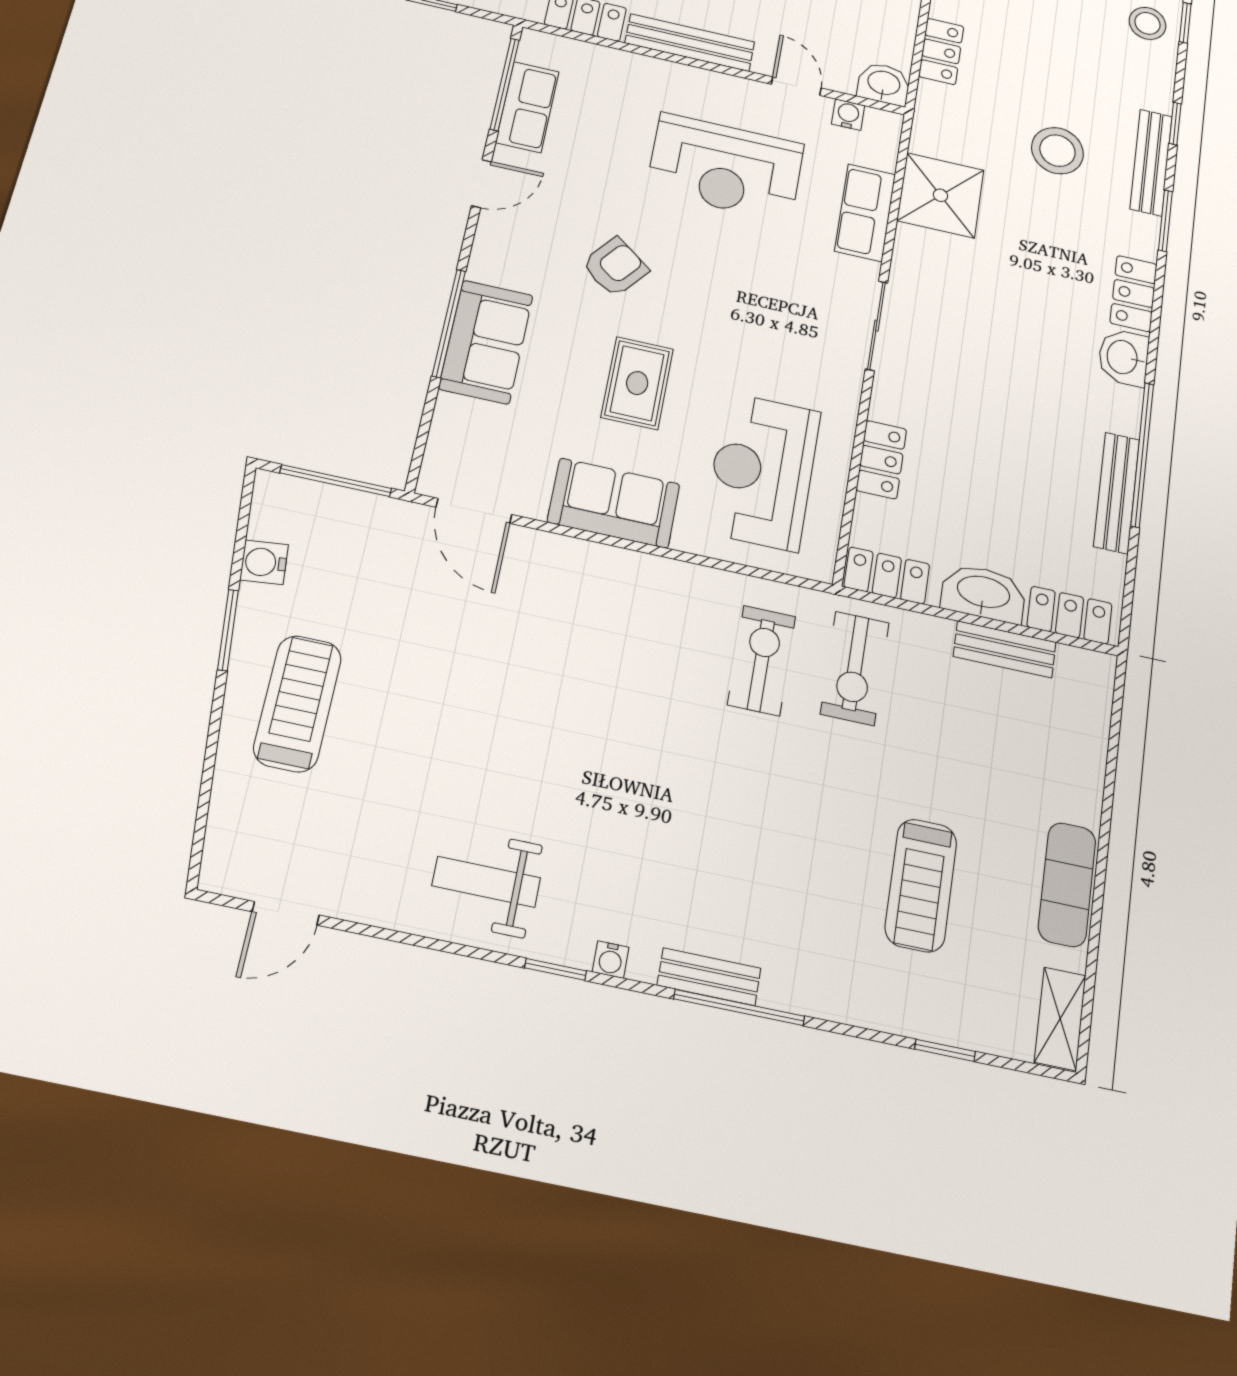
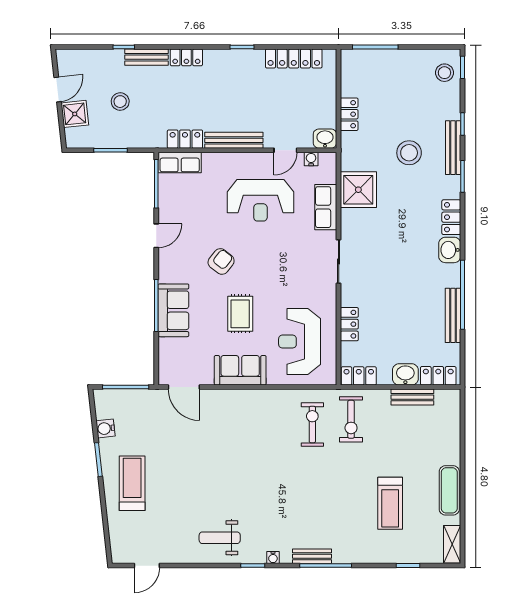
door: (796, 86) -> (285, 150), swing flipped
row of seats: (527, 107) -> (180, 163), moved, turned 90
washbasin: (983, 593) -> (405, 374), width x0.72

